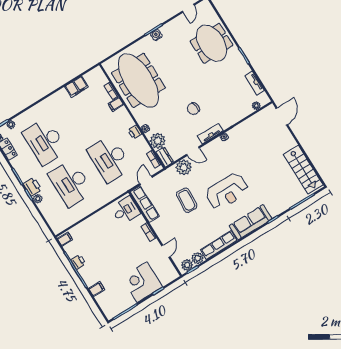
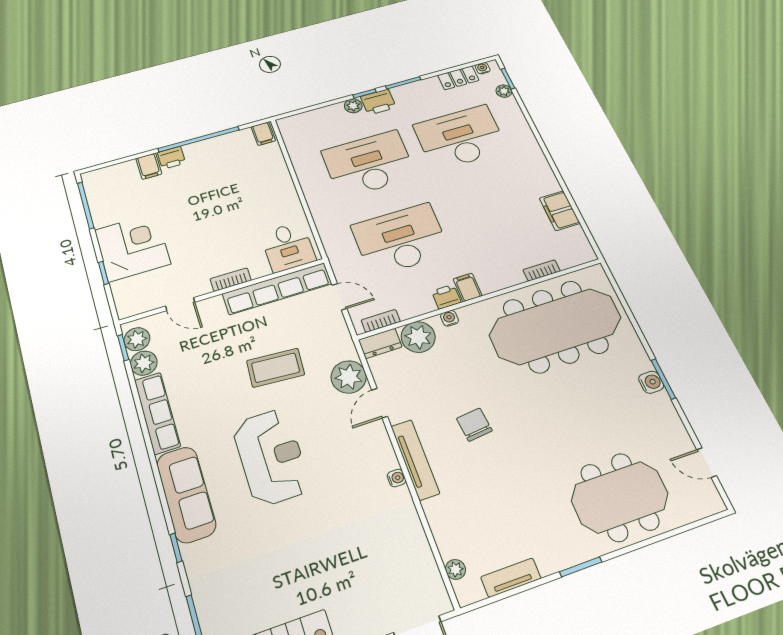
filing cabinet: (116, 104) -> (468, 287), moved
tv unit: (210, 134) -> (415, 460), width x1.41
reception desk: (227, 191) -> (271, 457), turned 180
row of seats: (145, 204) -> (277, 289), width x1.36
printer: (78, 262) -> (171, 158), moved

